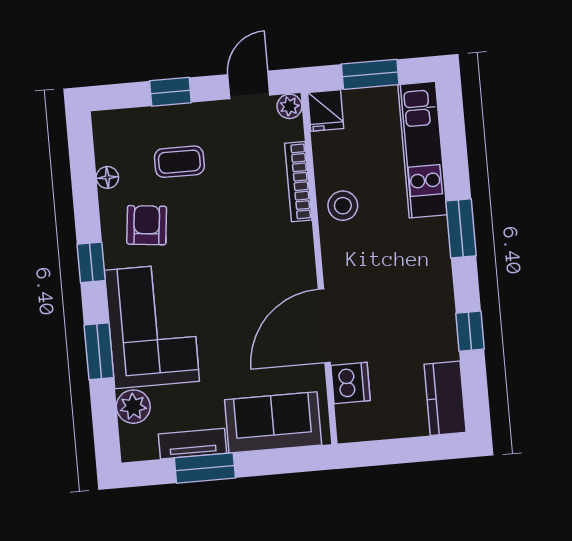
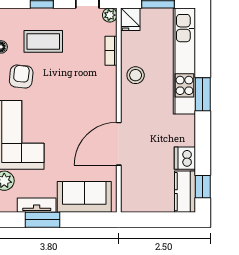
kitchen unit: (422, 150) -> (184, 61), width x1.36
coffee table: (179, 162) -> (43, 41), width x1.36, depth x1.30
bookcase: (298, 182) -> (111, 51), width x0.64
window: (470, 331) -> (203, 187), moved
dishwasher: (351, 383) -> (185, 158), moved, turned 180

